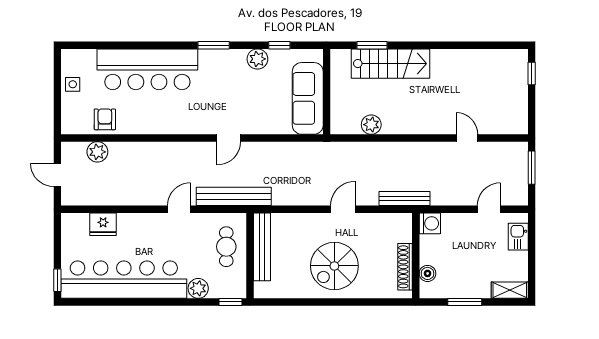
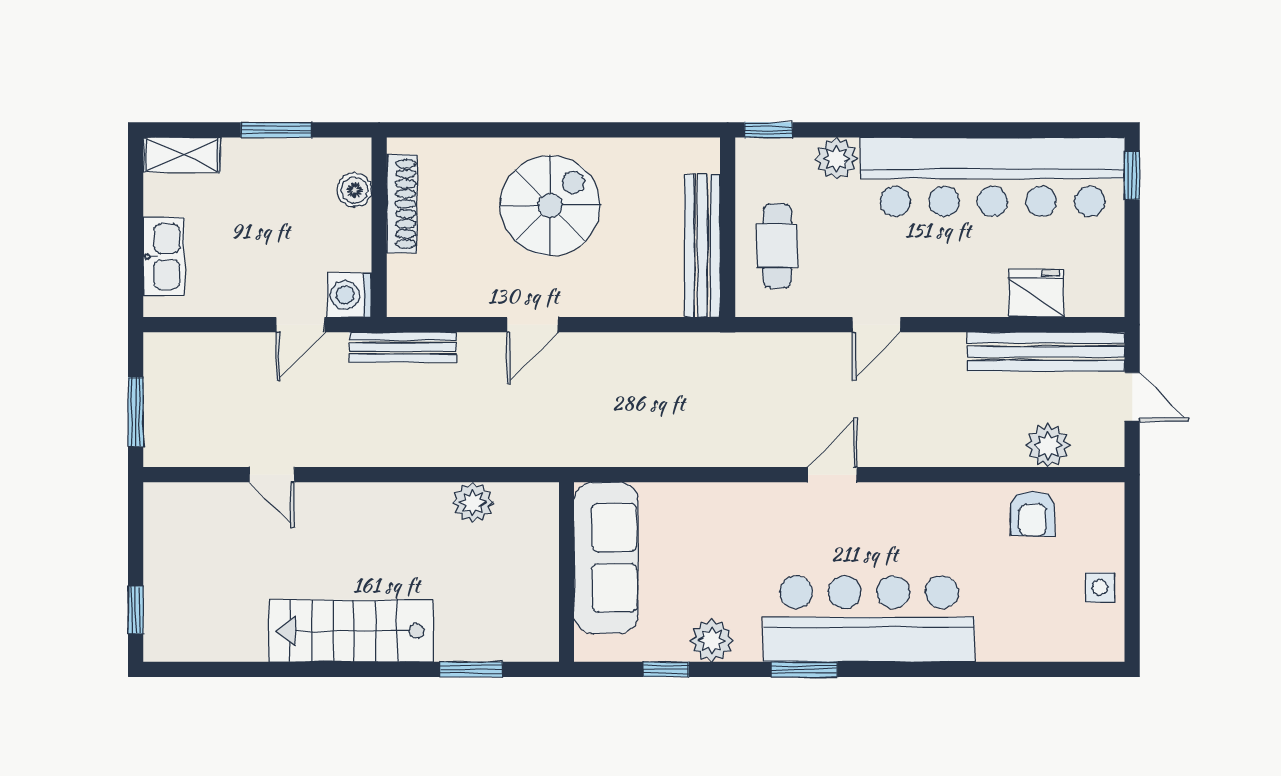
stairs: (391, 64) -> (351, 631), moved
bar counter: (147, 69) -> (869, 619), moved
door: (229, 138) -> (832, 475), moved
bench: (234, 196) -> (1046, 352), moved
door: (489, 209) -> (300, 325), moved
kitchen sink: (518, 237) -> (164, 257), width x1.38

